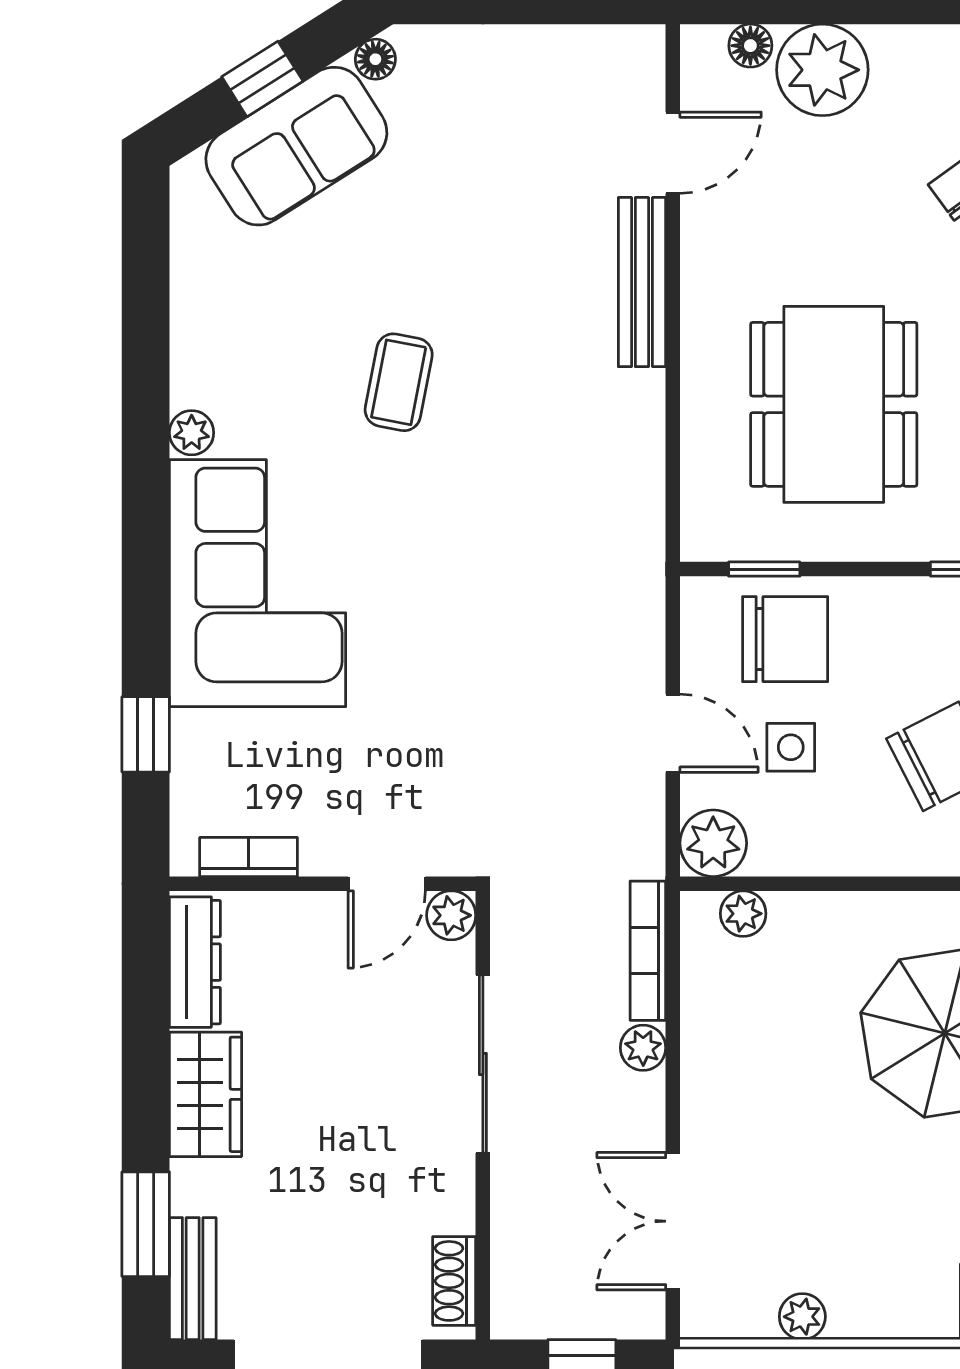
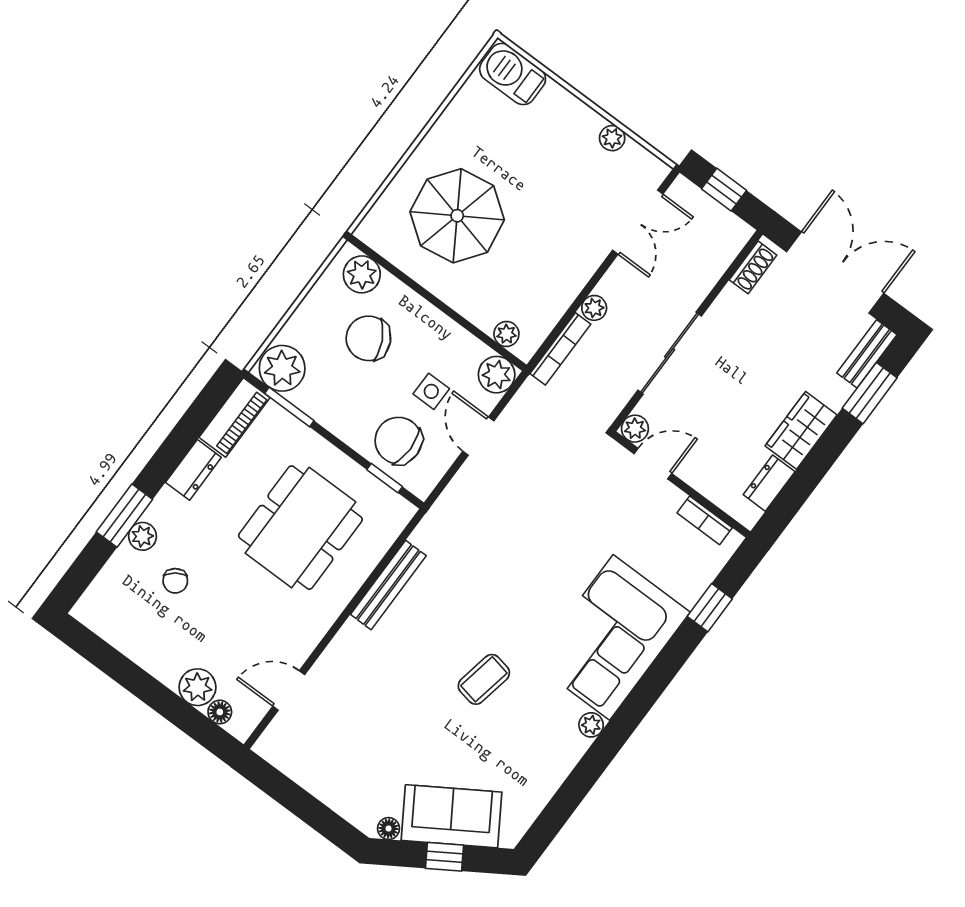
plant: (822, 70) -> (197, 687), width x0.73, depth x0.73
bench: (642, 282) -> (388, 585), moved
dresser: (195, 962) -> (769, 483), width x0.70

